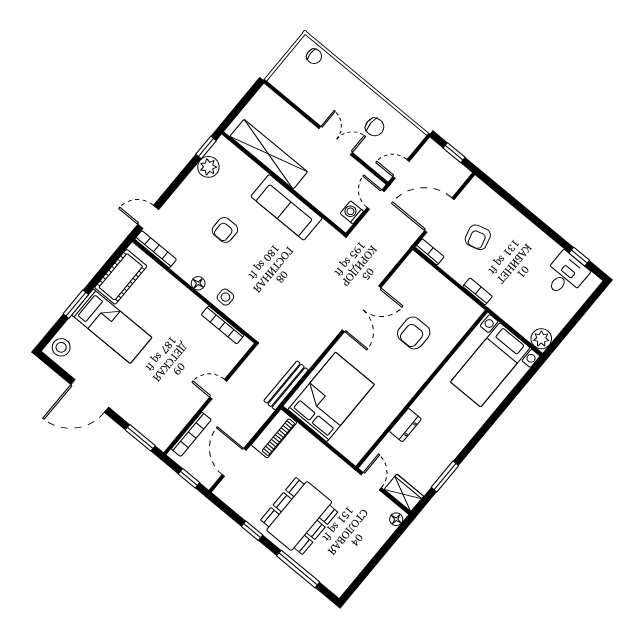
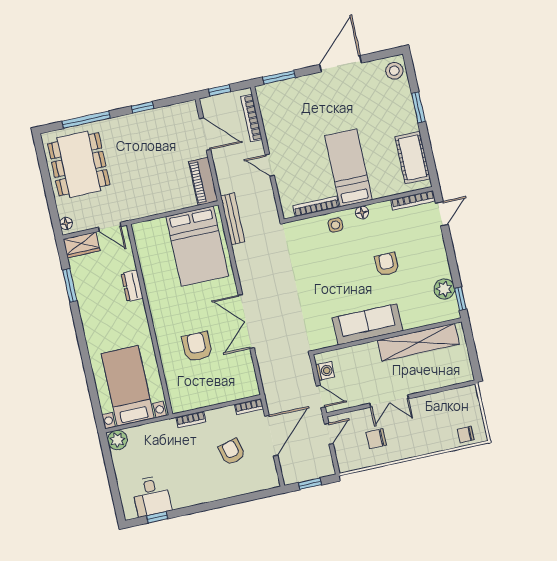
bed: (112, 326) -> (348, 168), moved, turned 90
door: (218, 389) -> (270, 165), swing flipped
dining table: (299, 516) -> (79, 164), moved

